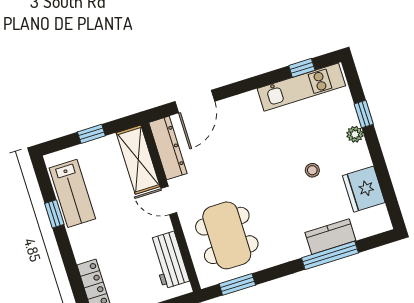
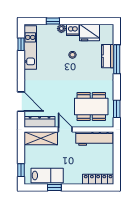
window: (91, 134) -> (21, 170), moved
dishwasher: (359, 156) -> (73, 30), added
door: (169, 200) -> (65, 130), swing flipped
workbench: (169, 260) -> (94, 139), width x1.38

